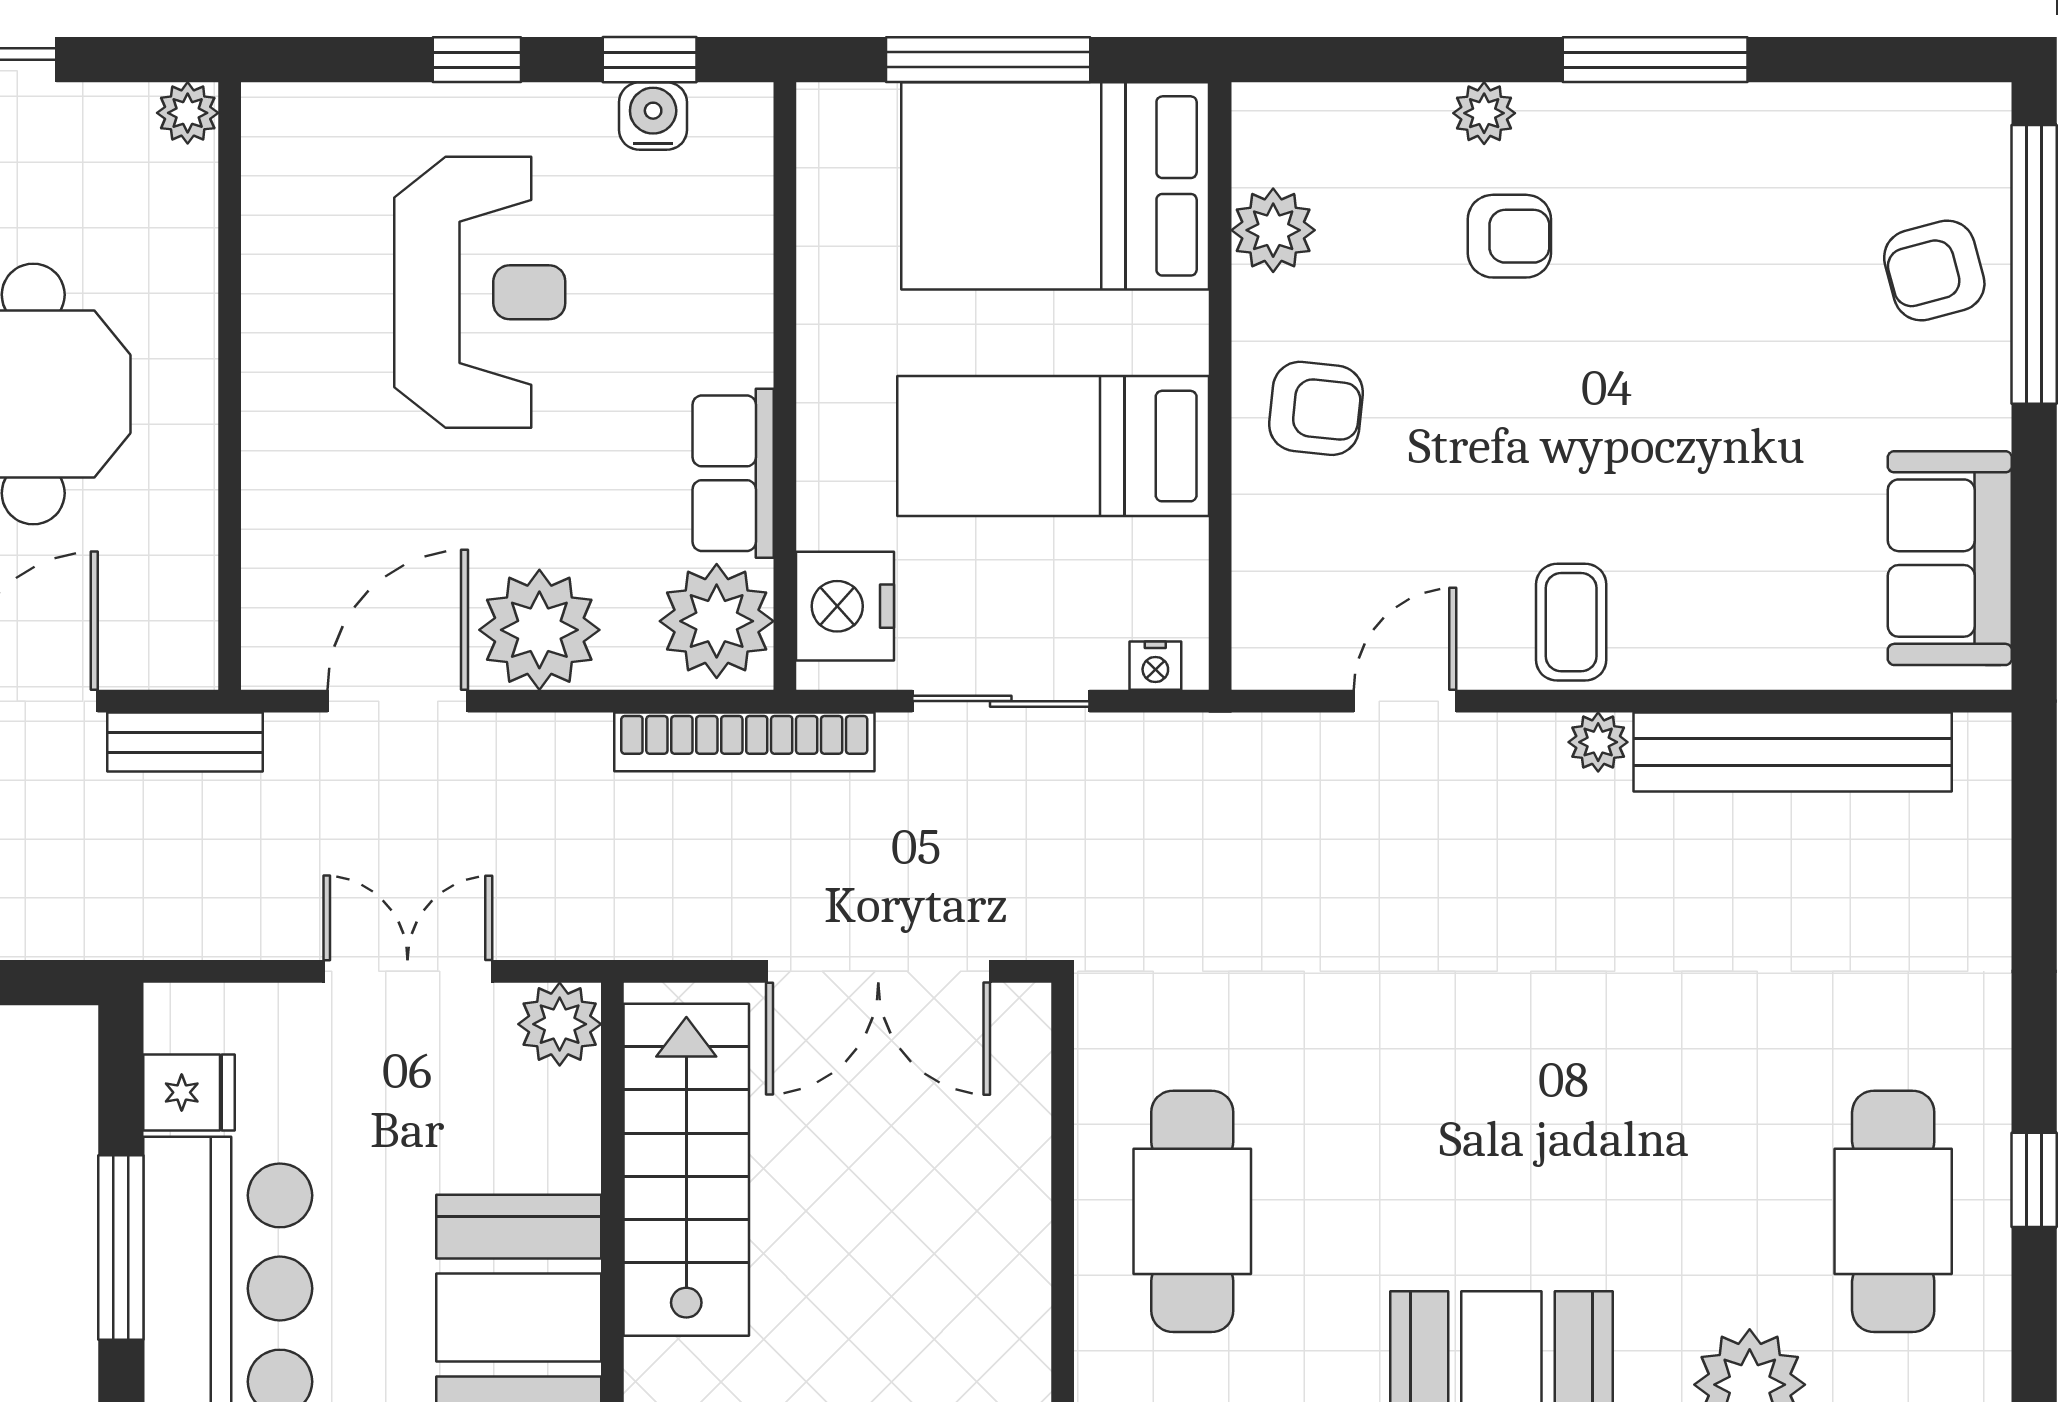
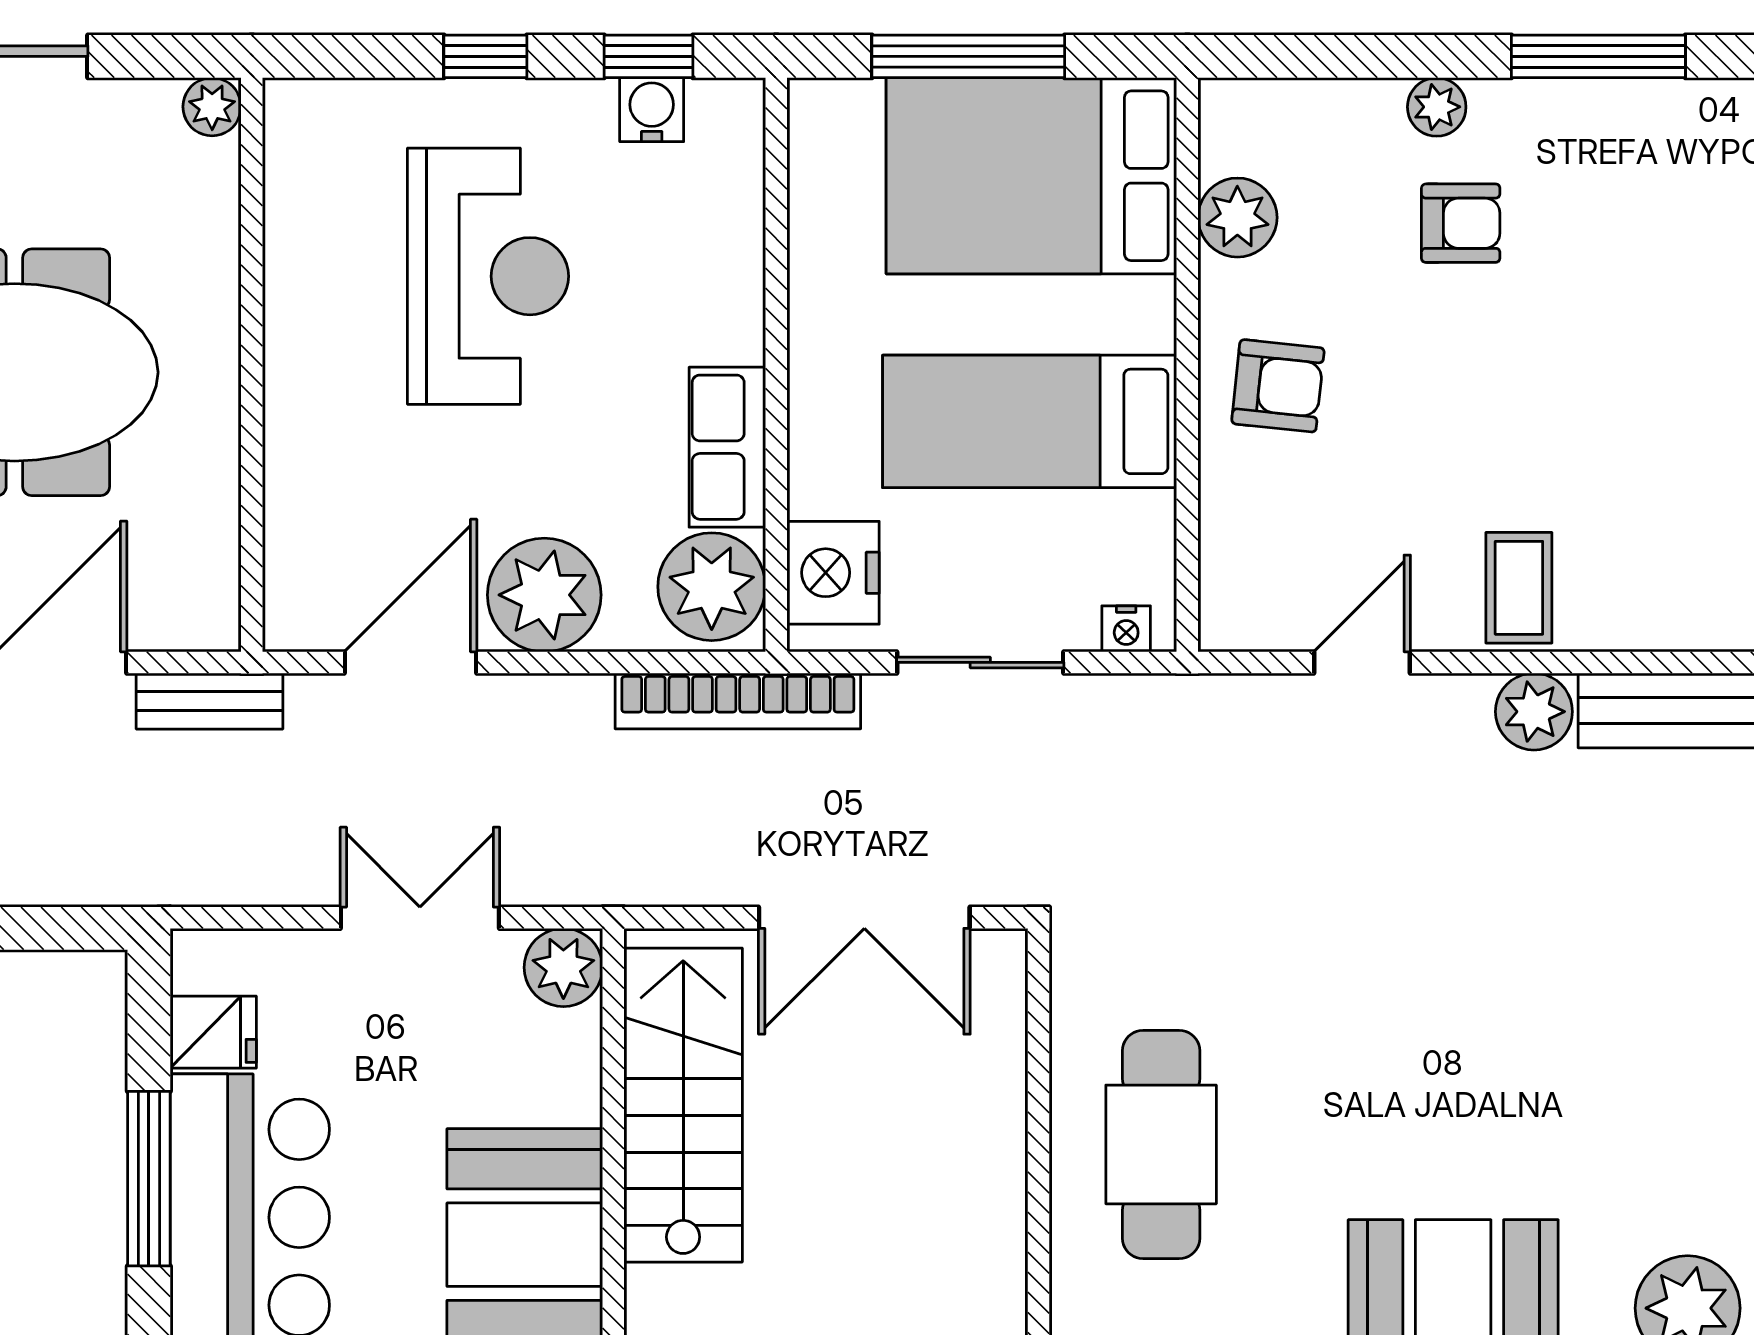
plant: (1598, 742) -> (1534, 712), width x1.38, depth x1.38

